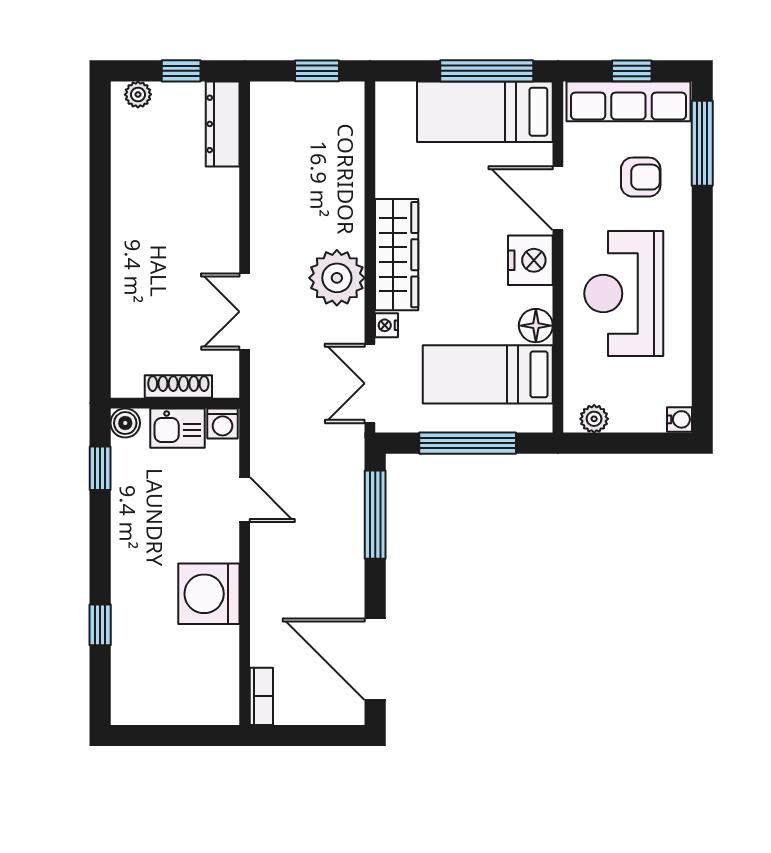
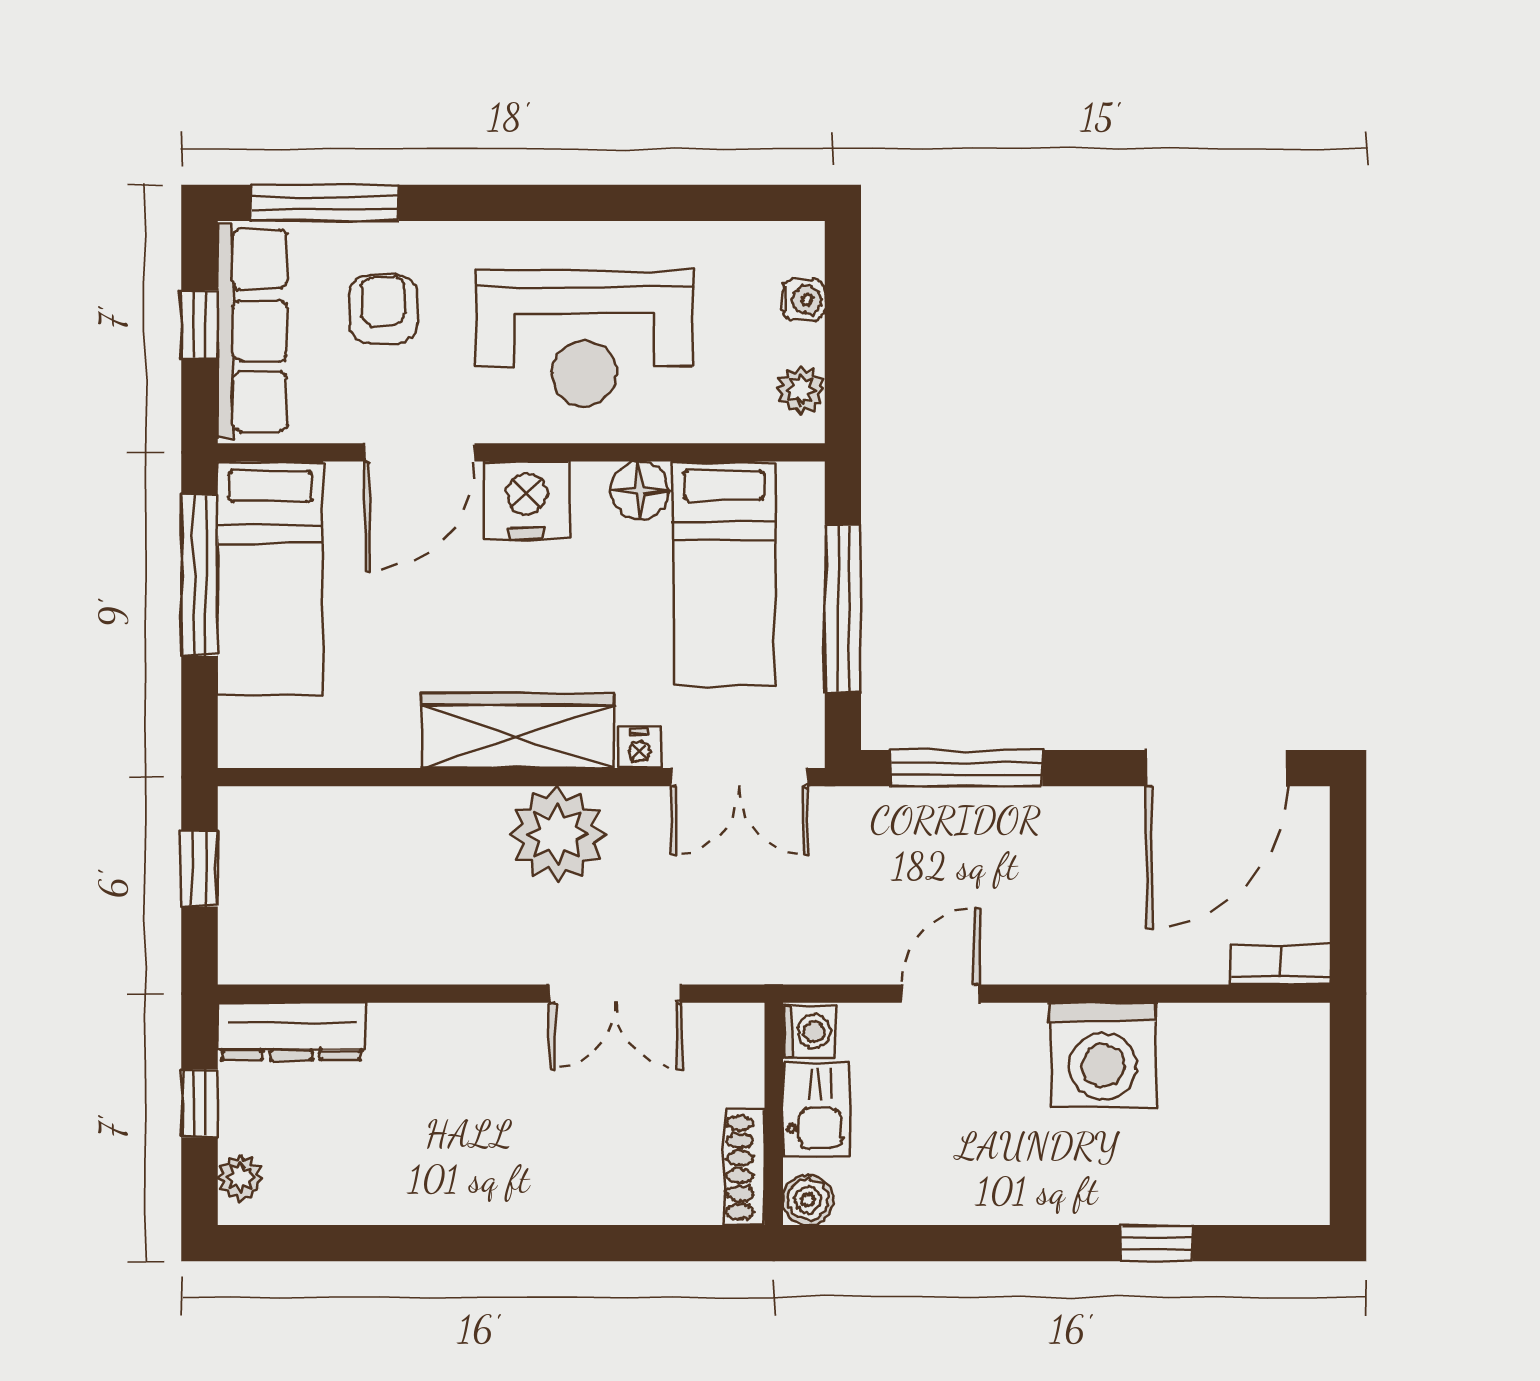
shoe rack: (178, 387) -> (745, 1167), moved
water cooler: (679, 419) -> (804, 300), moved, turned 90
window: (100, 468) -> (886, 1243), removed

